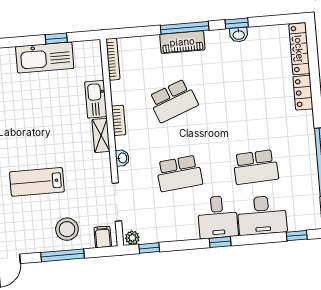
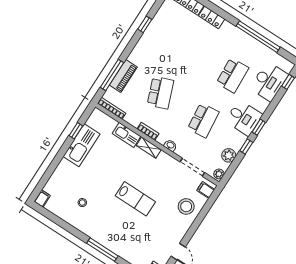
window: (185, 28) -> (112, 75), moved
washbasin: (239, 35) -> (152, 28), removed
piano: (182, 42) -> (123, 76), moved
lab bench: (37, 182) -> (135, 199), moved, turned -90
desk: (262, 215) -> (269, 81), moved
plant: (162, 233) -> (229, 155), added
window: (149, 248) -> (246, 147), moved
window: (63, 255) -> (199, 220), removed

